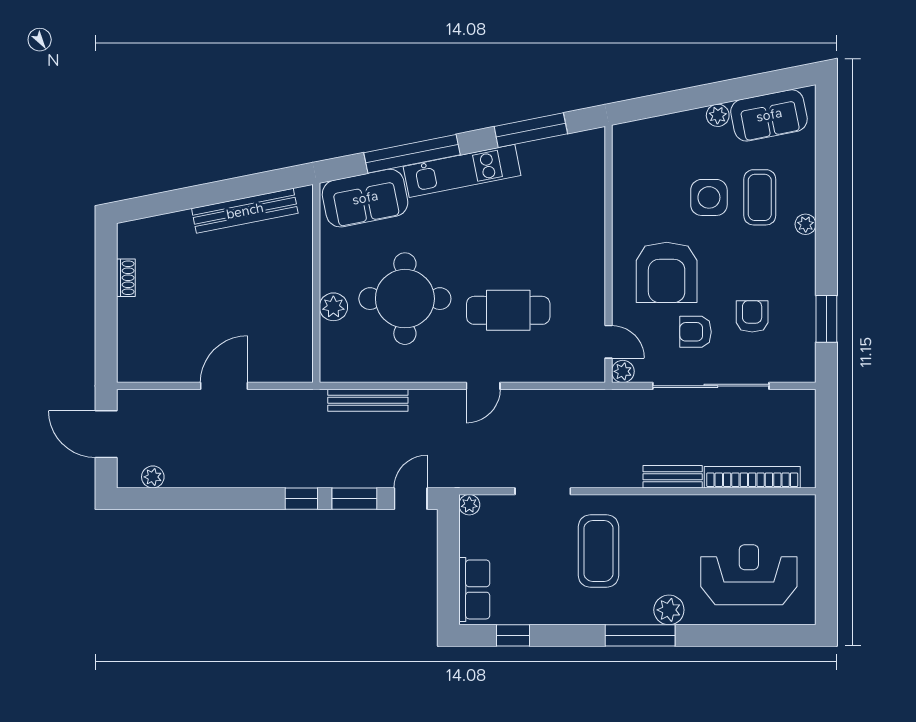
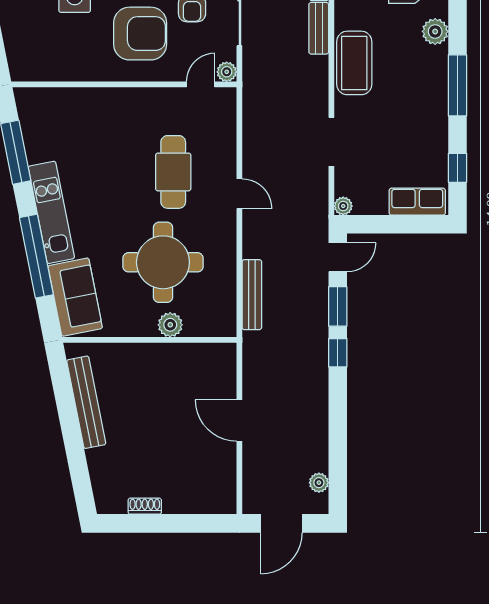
door: (411, 499) -> (338, 257), swing flipped
coffee table: (598, 551) -> (354, 63), moved, turned 90
window: (640, 635) -> (457, 85), moved

